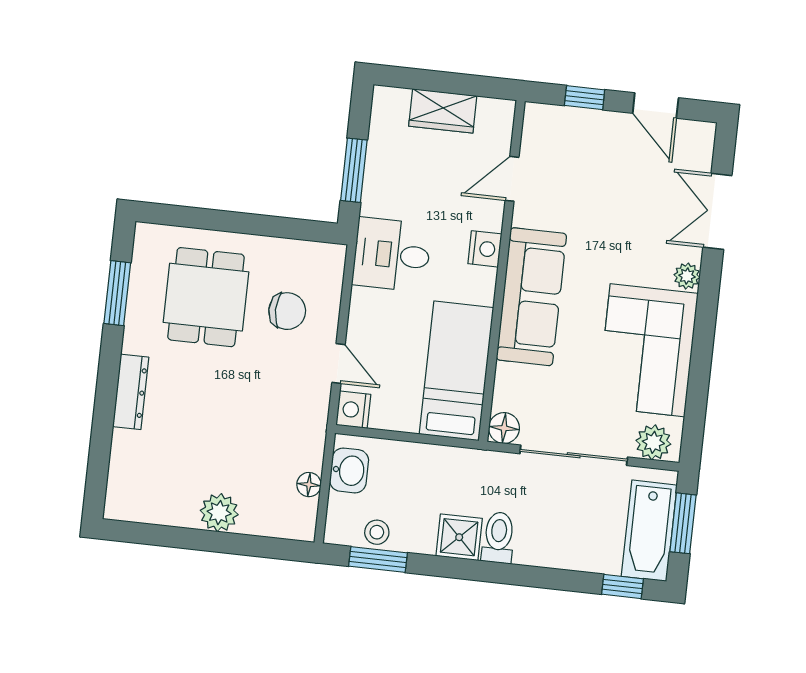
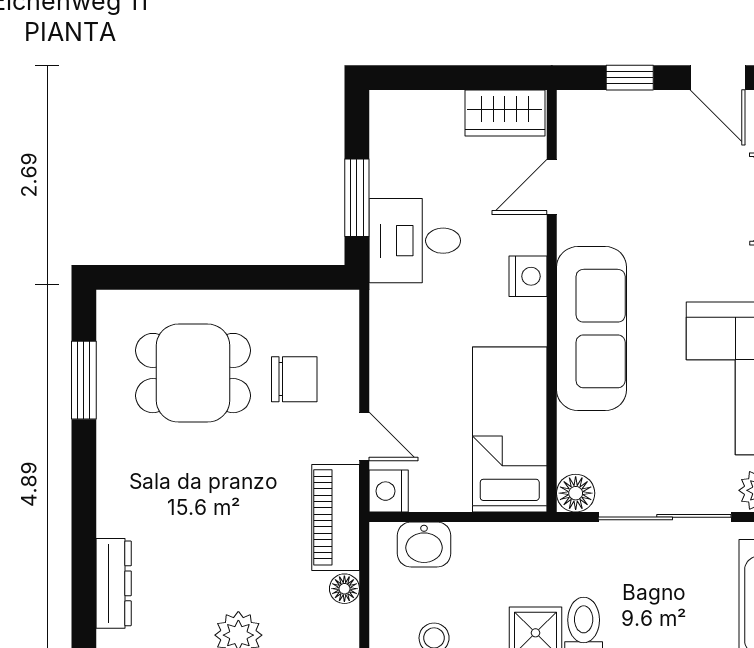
wardrobe: (443, 111) -> (505, 113), moved
desk: (392, 255) -> (415, 241), moved
dining table: (206, 297) -> (193, 373), turned 90
dresser: (131, 392) -> (114, 583), moved
piano: (308, 426) -> (336, 517), added
washbasin: (349, 470) -> (424, 545), moved, turned 90

